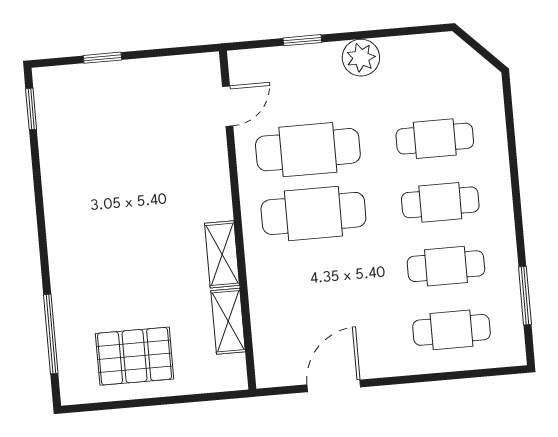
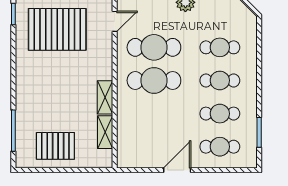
pallet: (118, 131) -> (57, 29), added
door: (334, 386) -> (177, 170), moved

